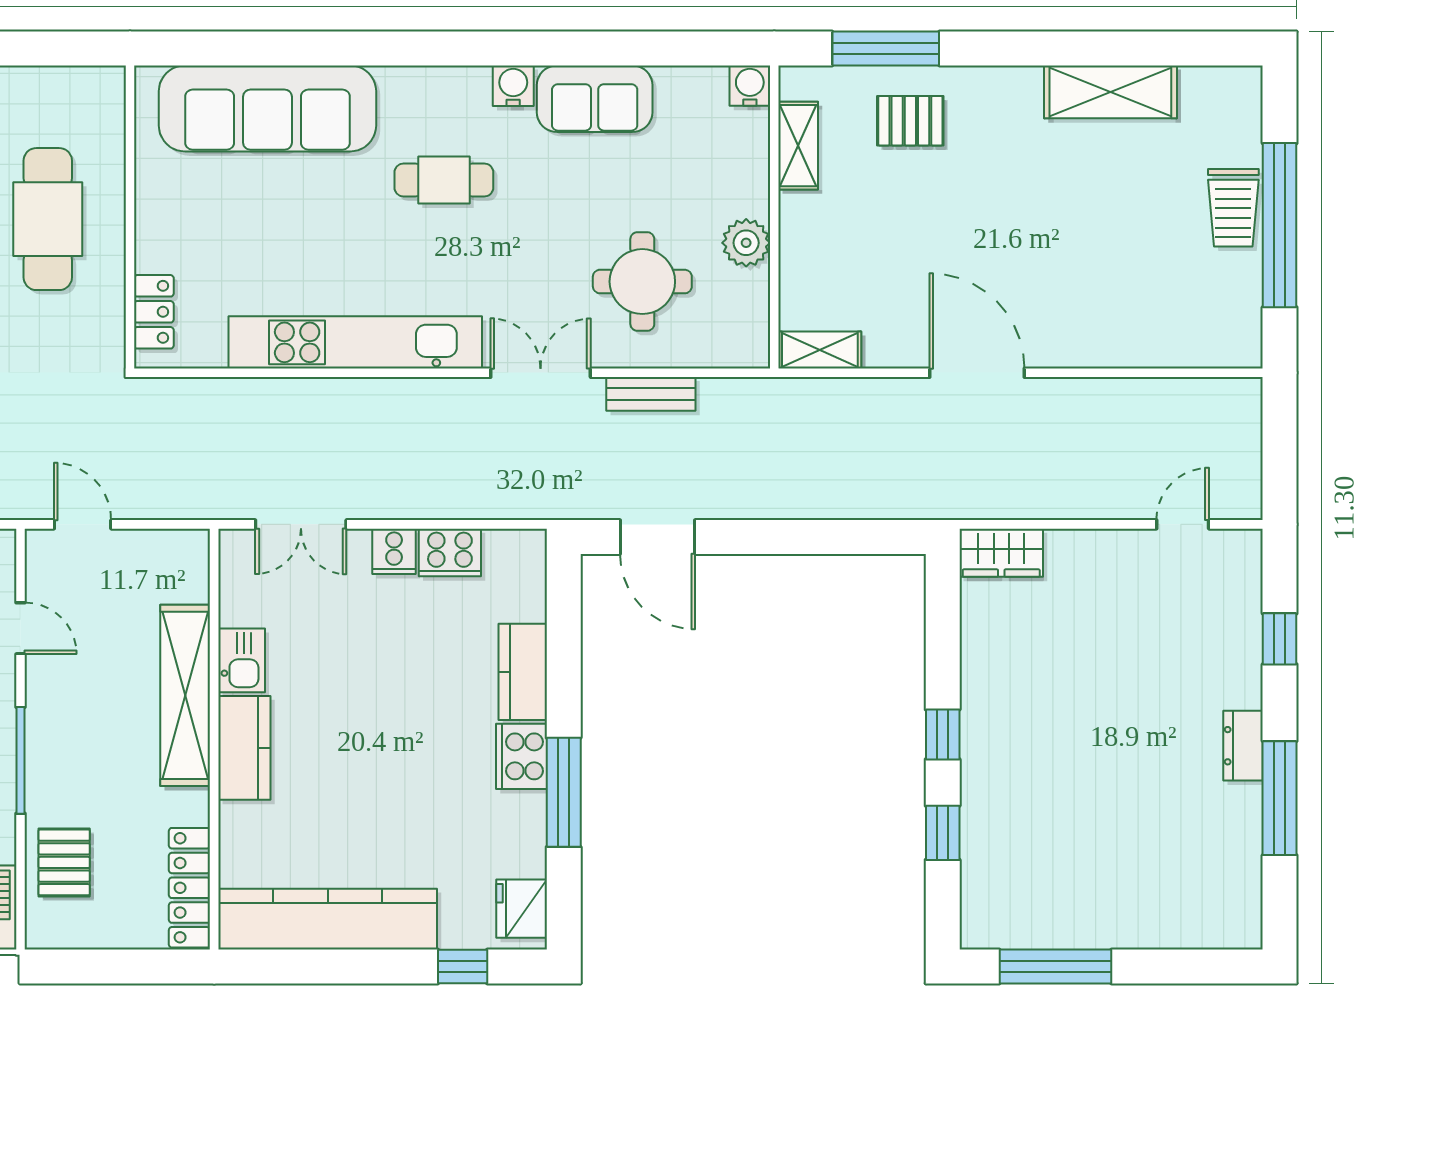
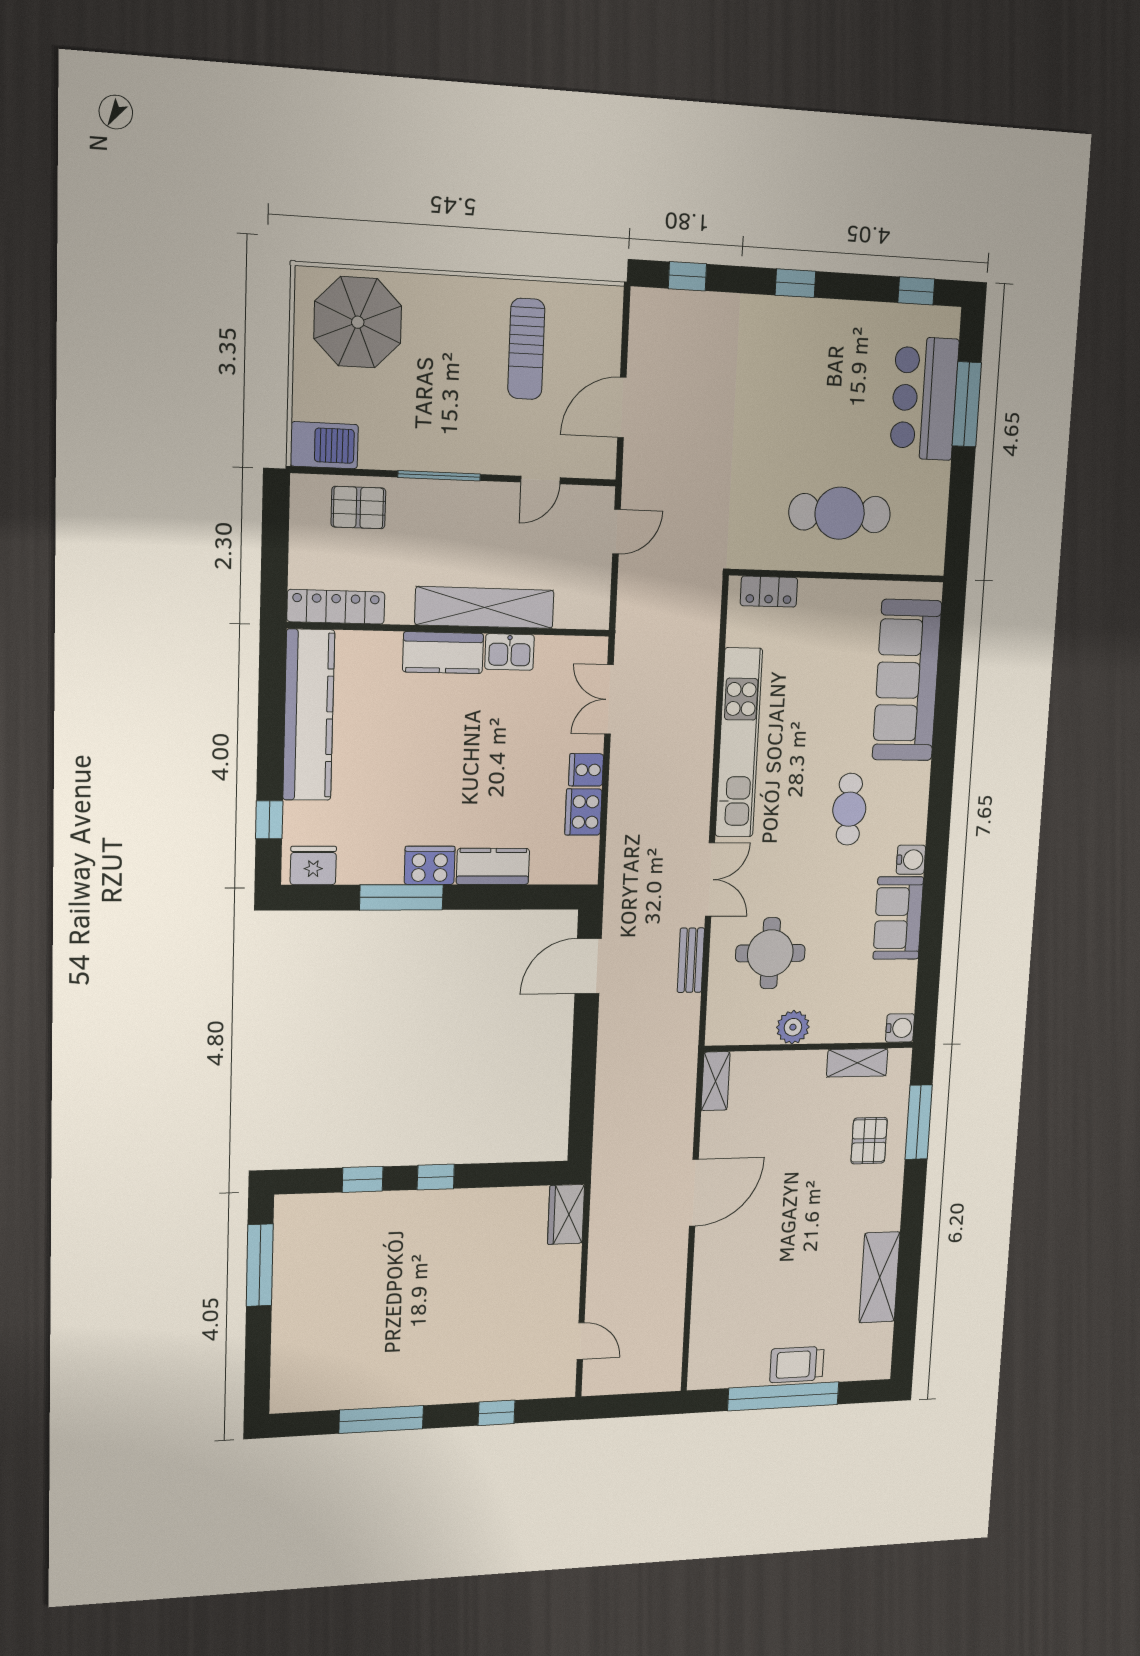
dresser: (1243, 746) -> (420, 1392), removed

